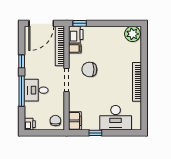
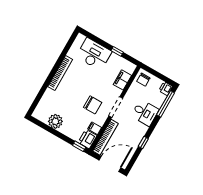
plant: (133, 34) -> (55, 121), moved
window: (22, 91) -> (166, 104), moved
filing cabinet: (75, 121) -> (122, 80), moved

